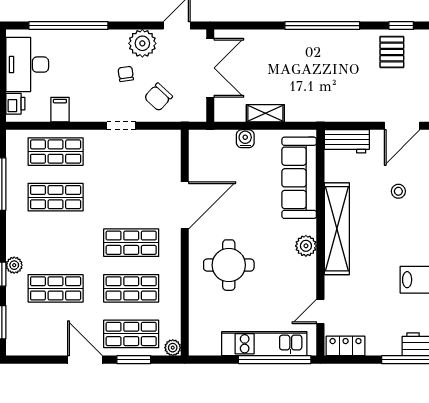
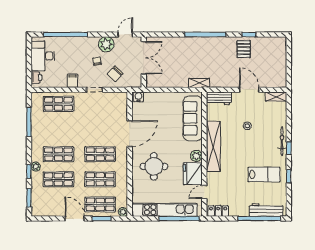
filing cabinet: (60, 110) -> (73, 81), moved
shelving: (265, 113) -> (199, 83), moved
door: (402, 126) -> (249, 90), swing flipped
water cooler: (245, 139) -> (138, 97), moved
shop shelf: (56, 197) -> (58, 154), moved
fridge: (299, 278) -> (193, 174), added
kitchen unit: (264, 344) -> (165, 210), width x1.36

